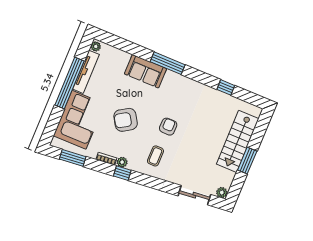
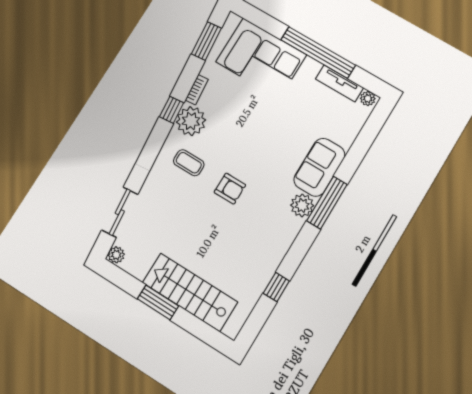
tv unit: (86, 72) -> (339, 83), width x0.71
plant: (172, 79) -> (302, 205), added
armchair: (126, 120) -> (250, 126), removed
plant: (122, 162) -> (191, 121), width x1.87, depth x1.87

